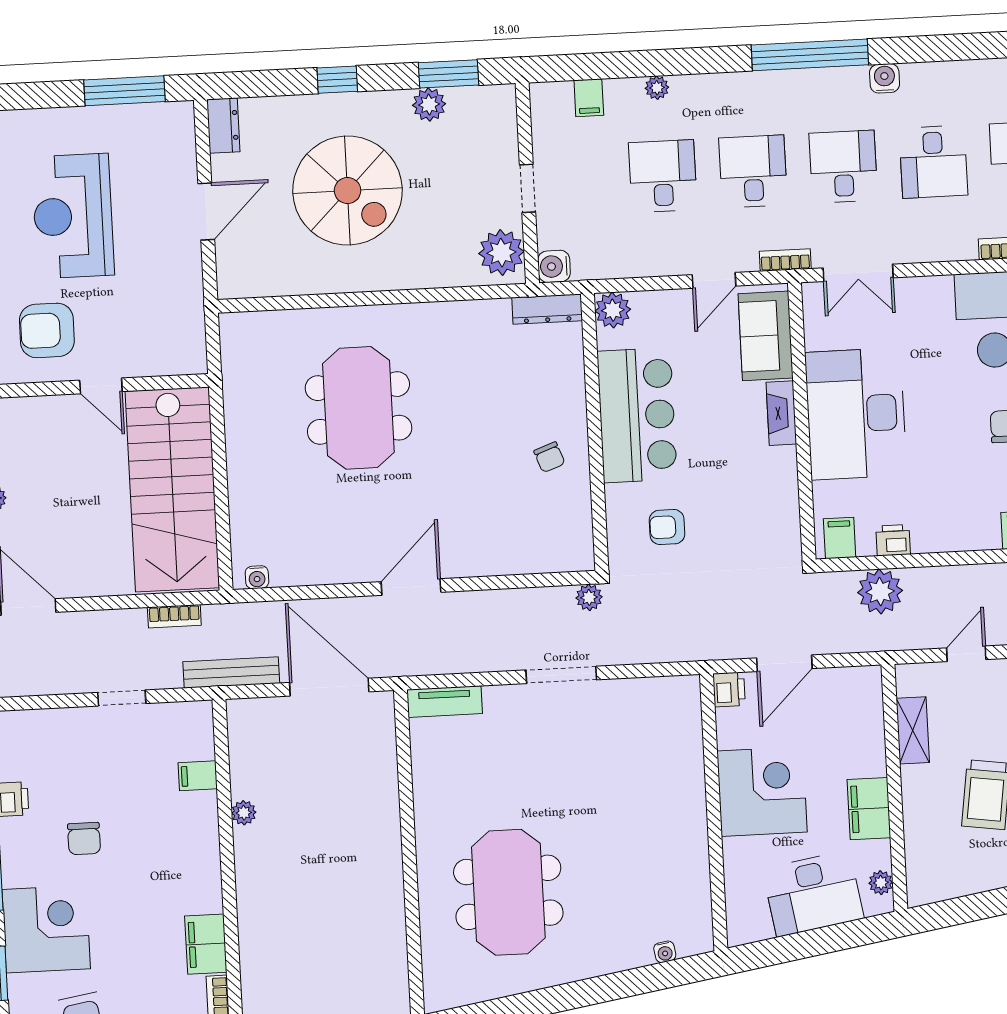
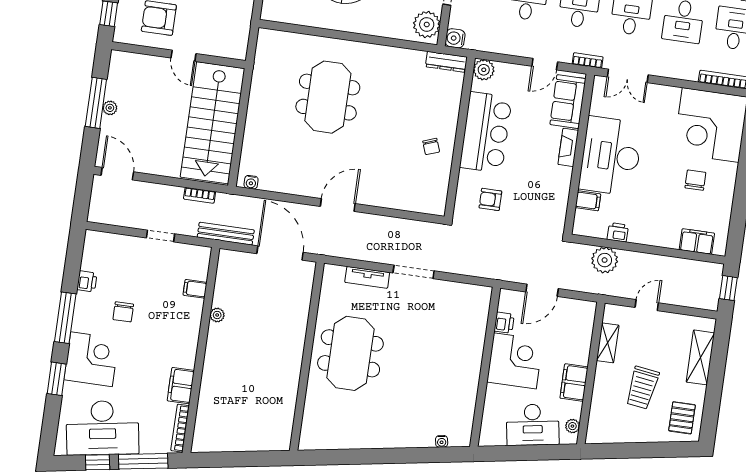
filing cabinet: (840, 538) -> (588, 201), moved, turned 90
plant: (589, 597) -> (438, 231), removed
printer: (729, 689) -> (504, 323), moved
tv unit: (445, 702) -> (367, 277), moved
meeting table: (508, 892) -> (350, 353), moved

